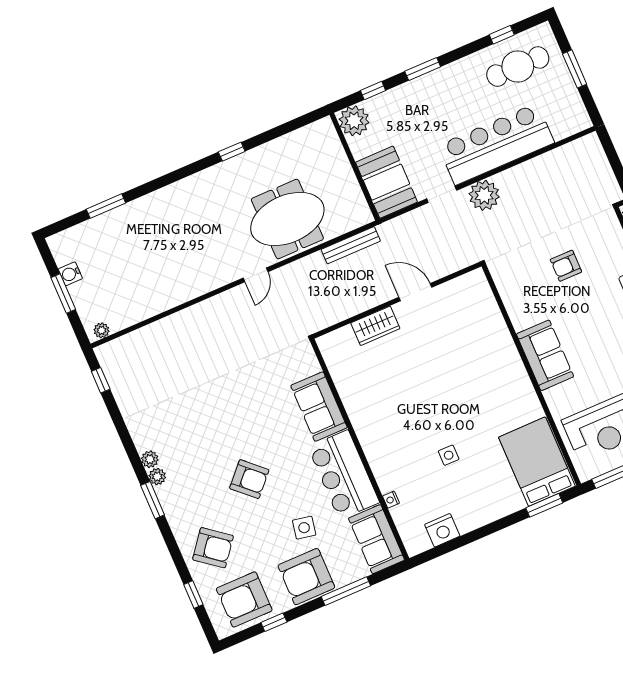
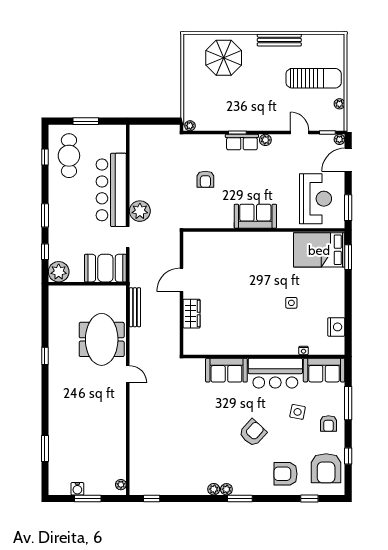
armchair: (213, 548) -> (286, 474), turned -128
armchair: (306, 577) -> (329, 424), width x0.53, depth x0.53

